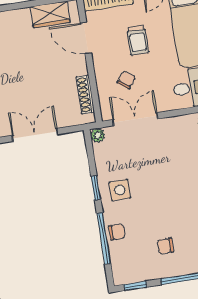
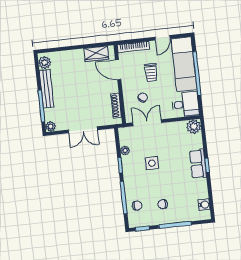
double door: (35, 135) -> (83, 130), swing flipped
plant: (98, 135) -> (125, 151), moved
side table: (120, 190) -> (152, 163), moved
chair: (117, 232) -> (137, 206), moved

